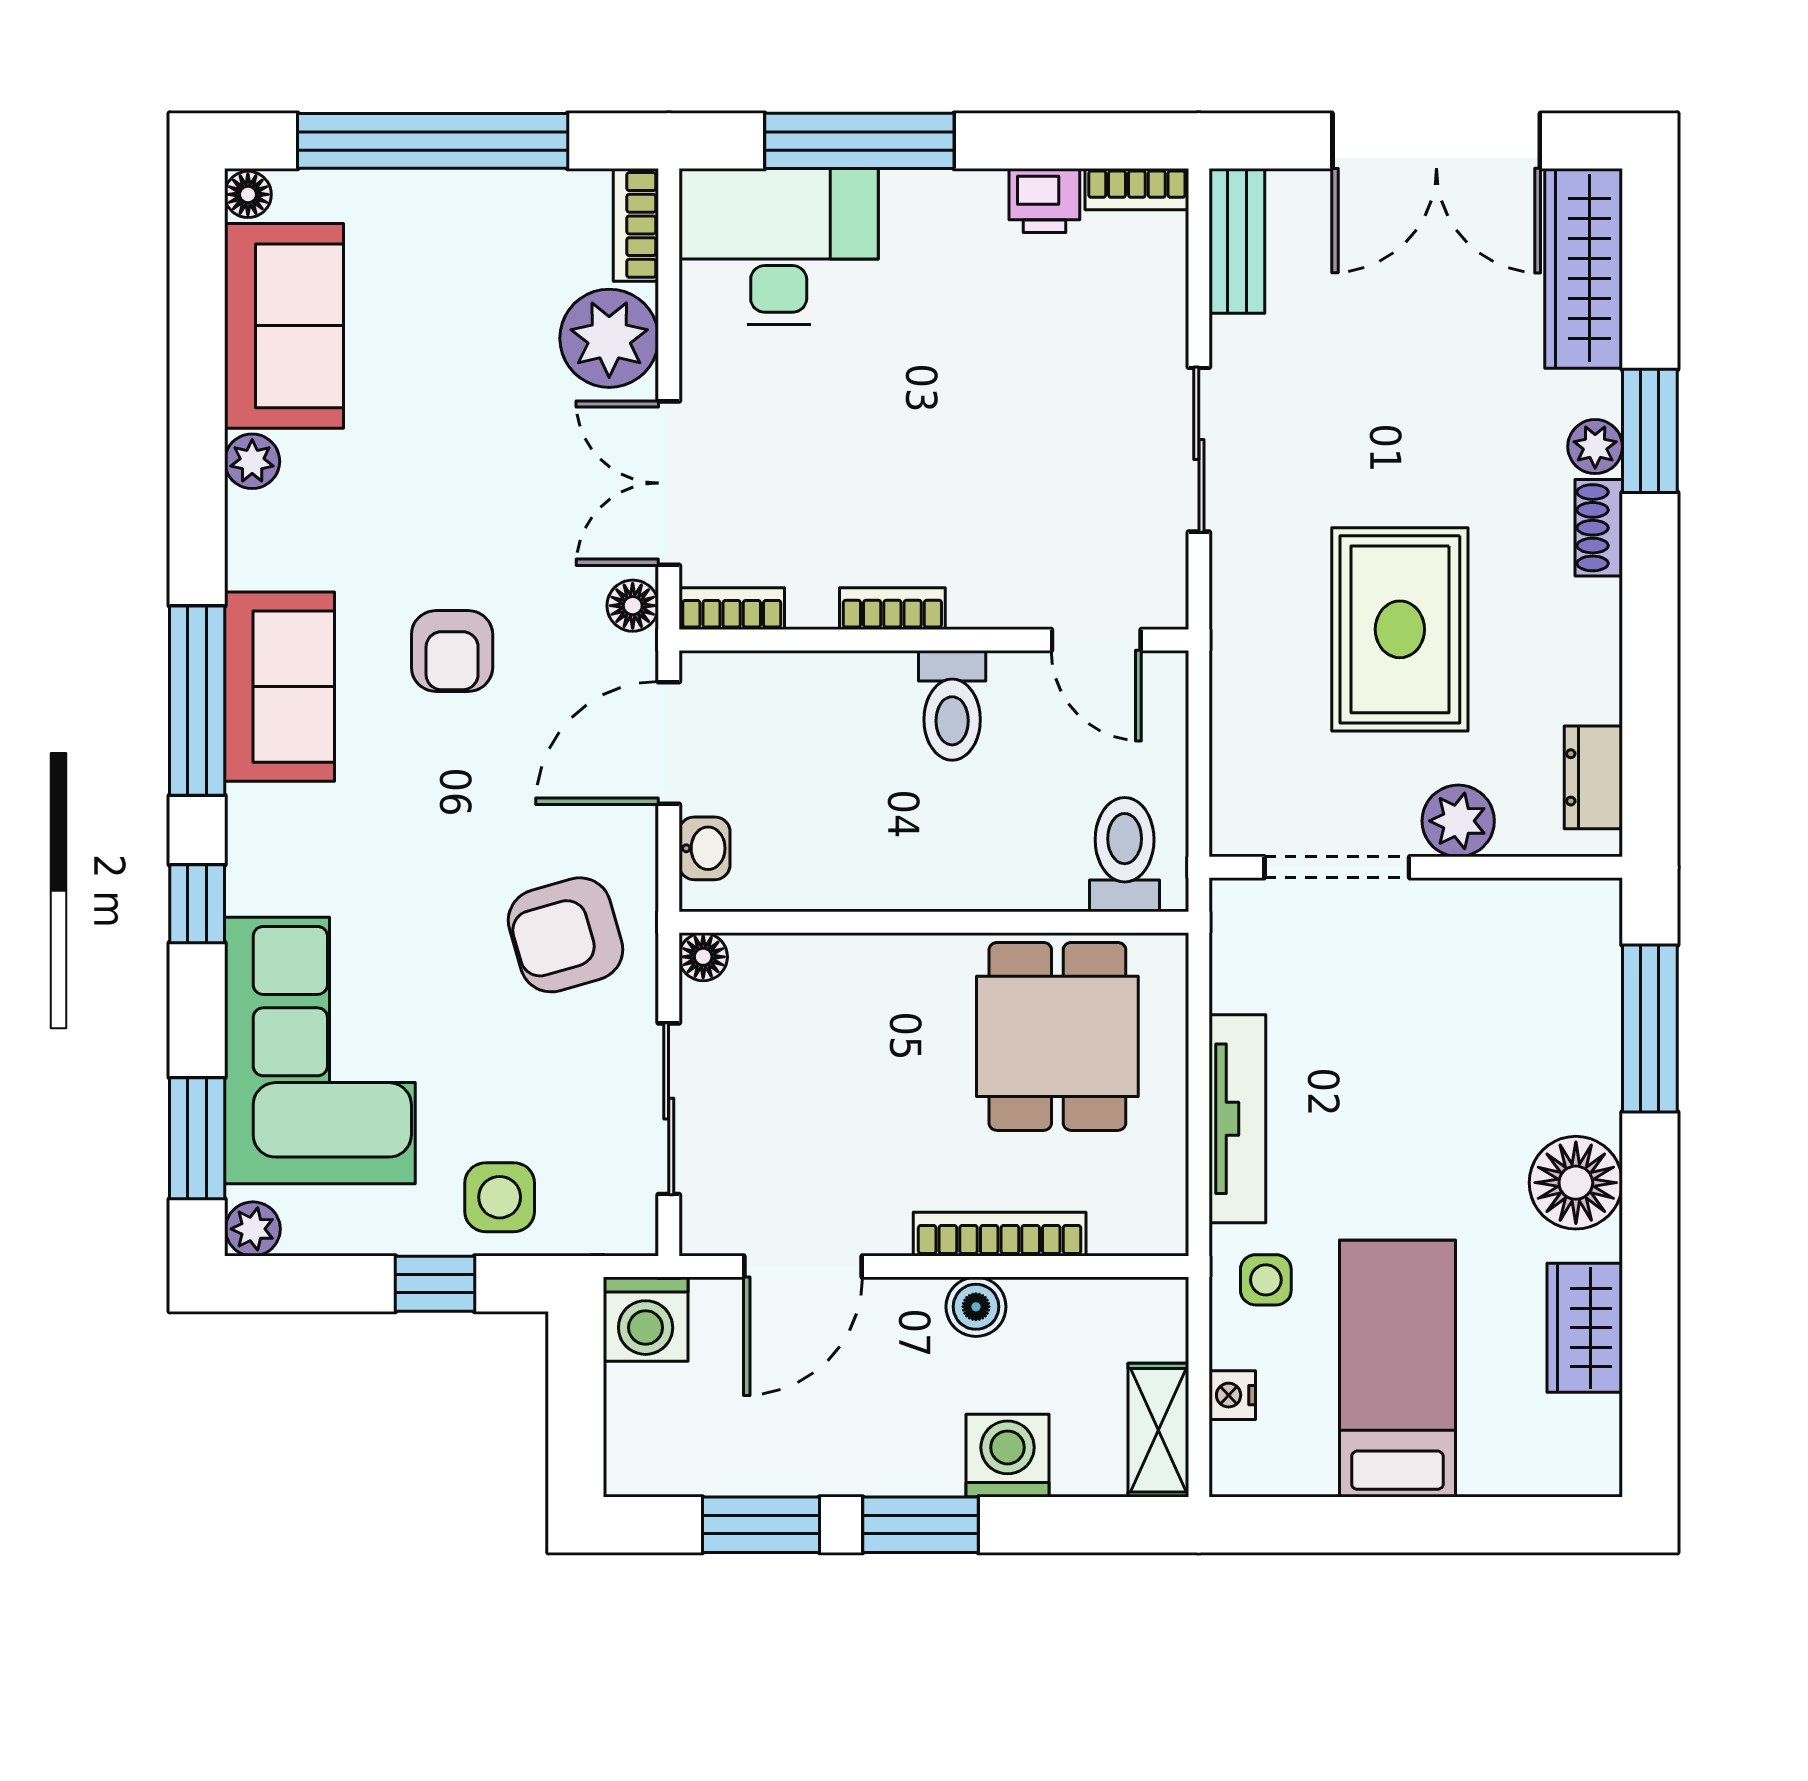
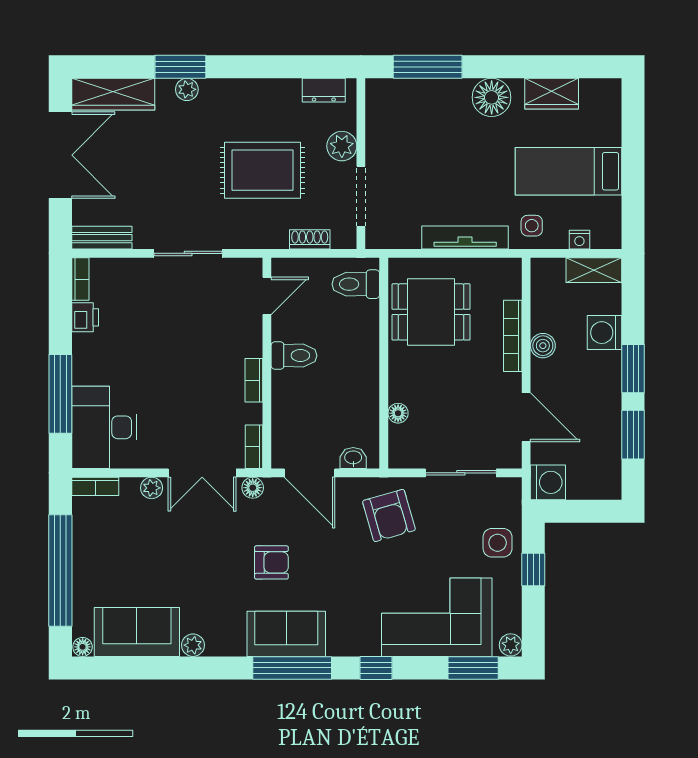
plant: (609, 338) -> (152, 488), width x0.53, depth x0.53
shoe rack: (1599, 528) -> (310, 239), moved, turned 180
floor lamp: (703, 957) -> (398, 413), moved

